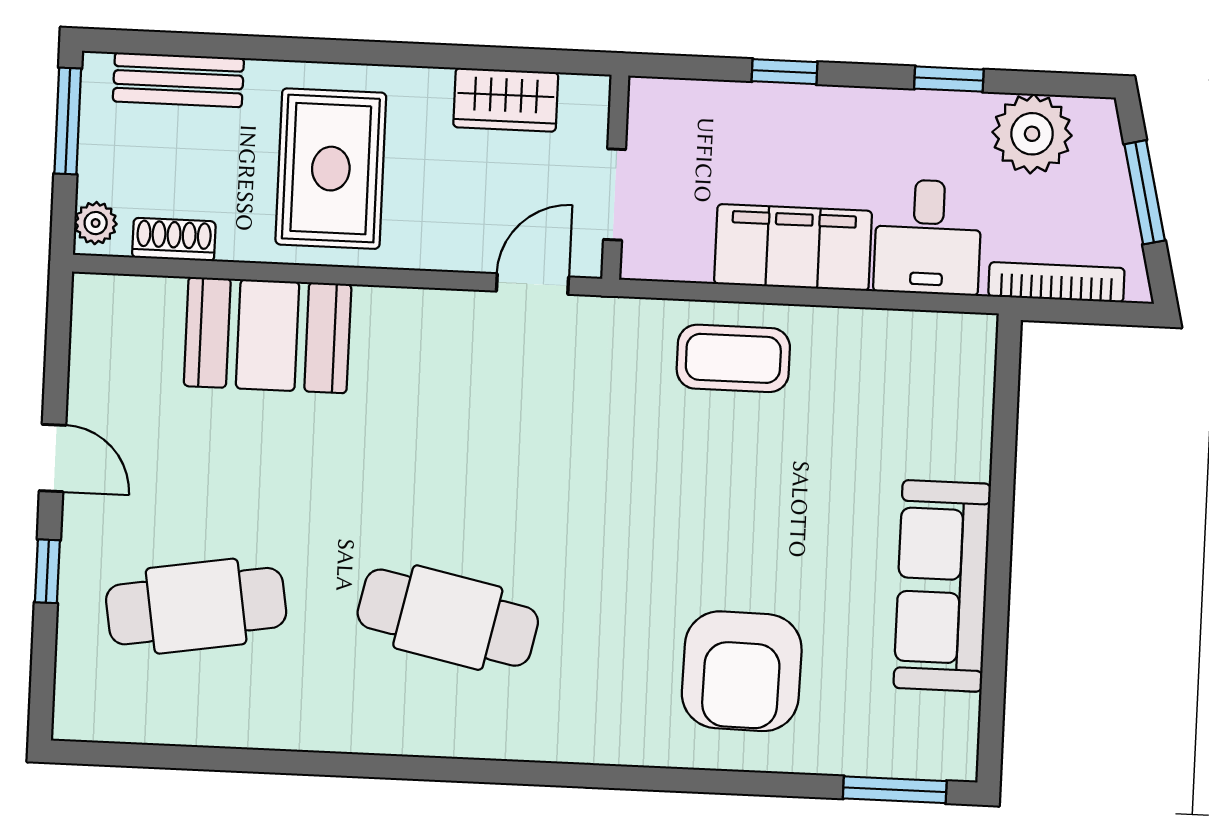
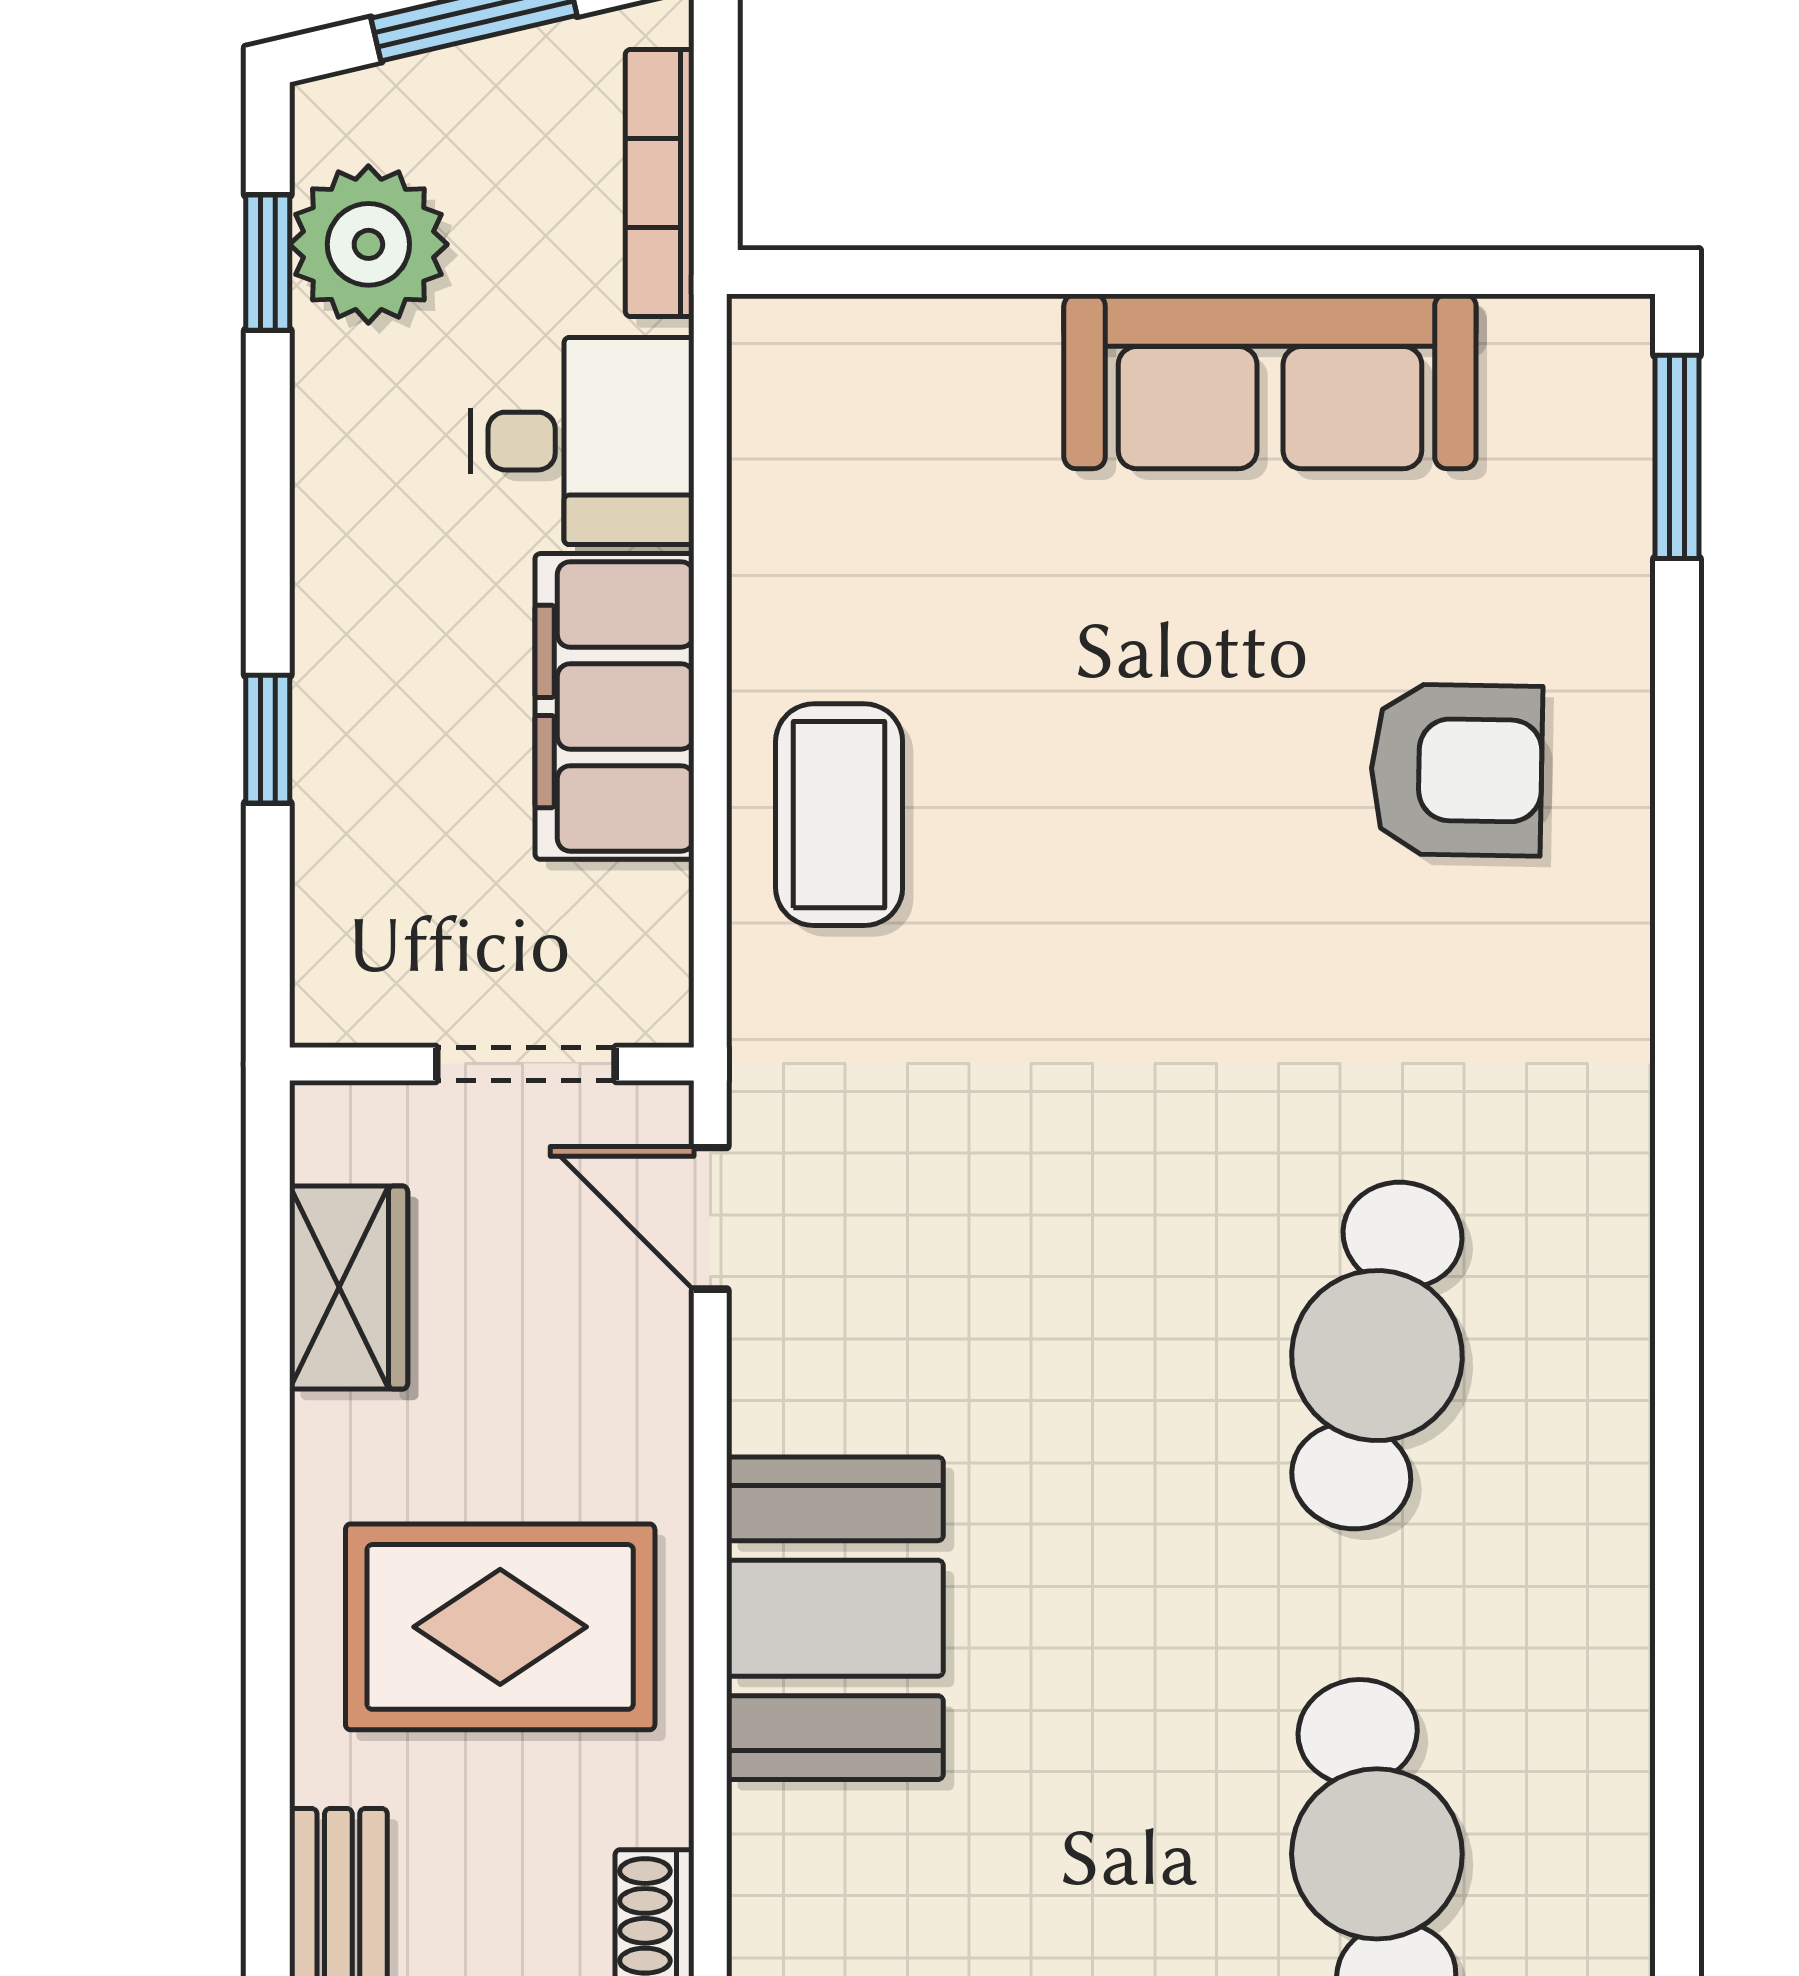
window: (949, 79) -> (268, 263), moved
booth: (268, 335) -> (835, 1618), moved
armchair: (742, 671) -> (1456, 770), width x0.73, depth x0.73

